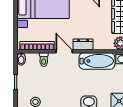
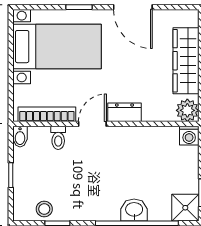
door: (64, 51) -> (92, 124), hinge flipped
bathtub: (97, 61) -> (148, 140), removed

